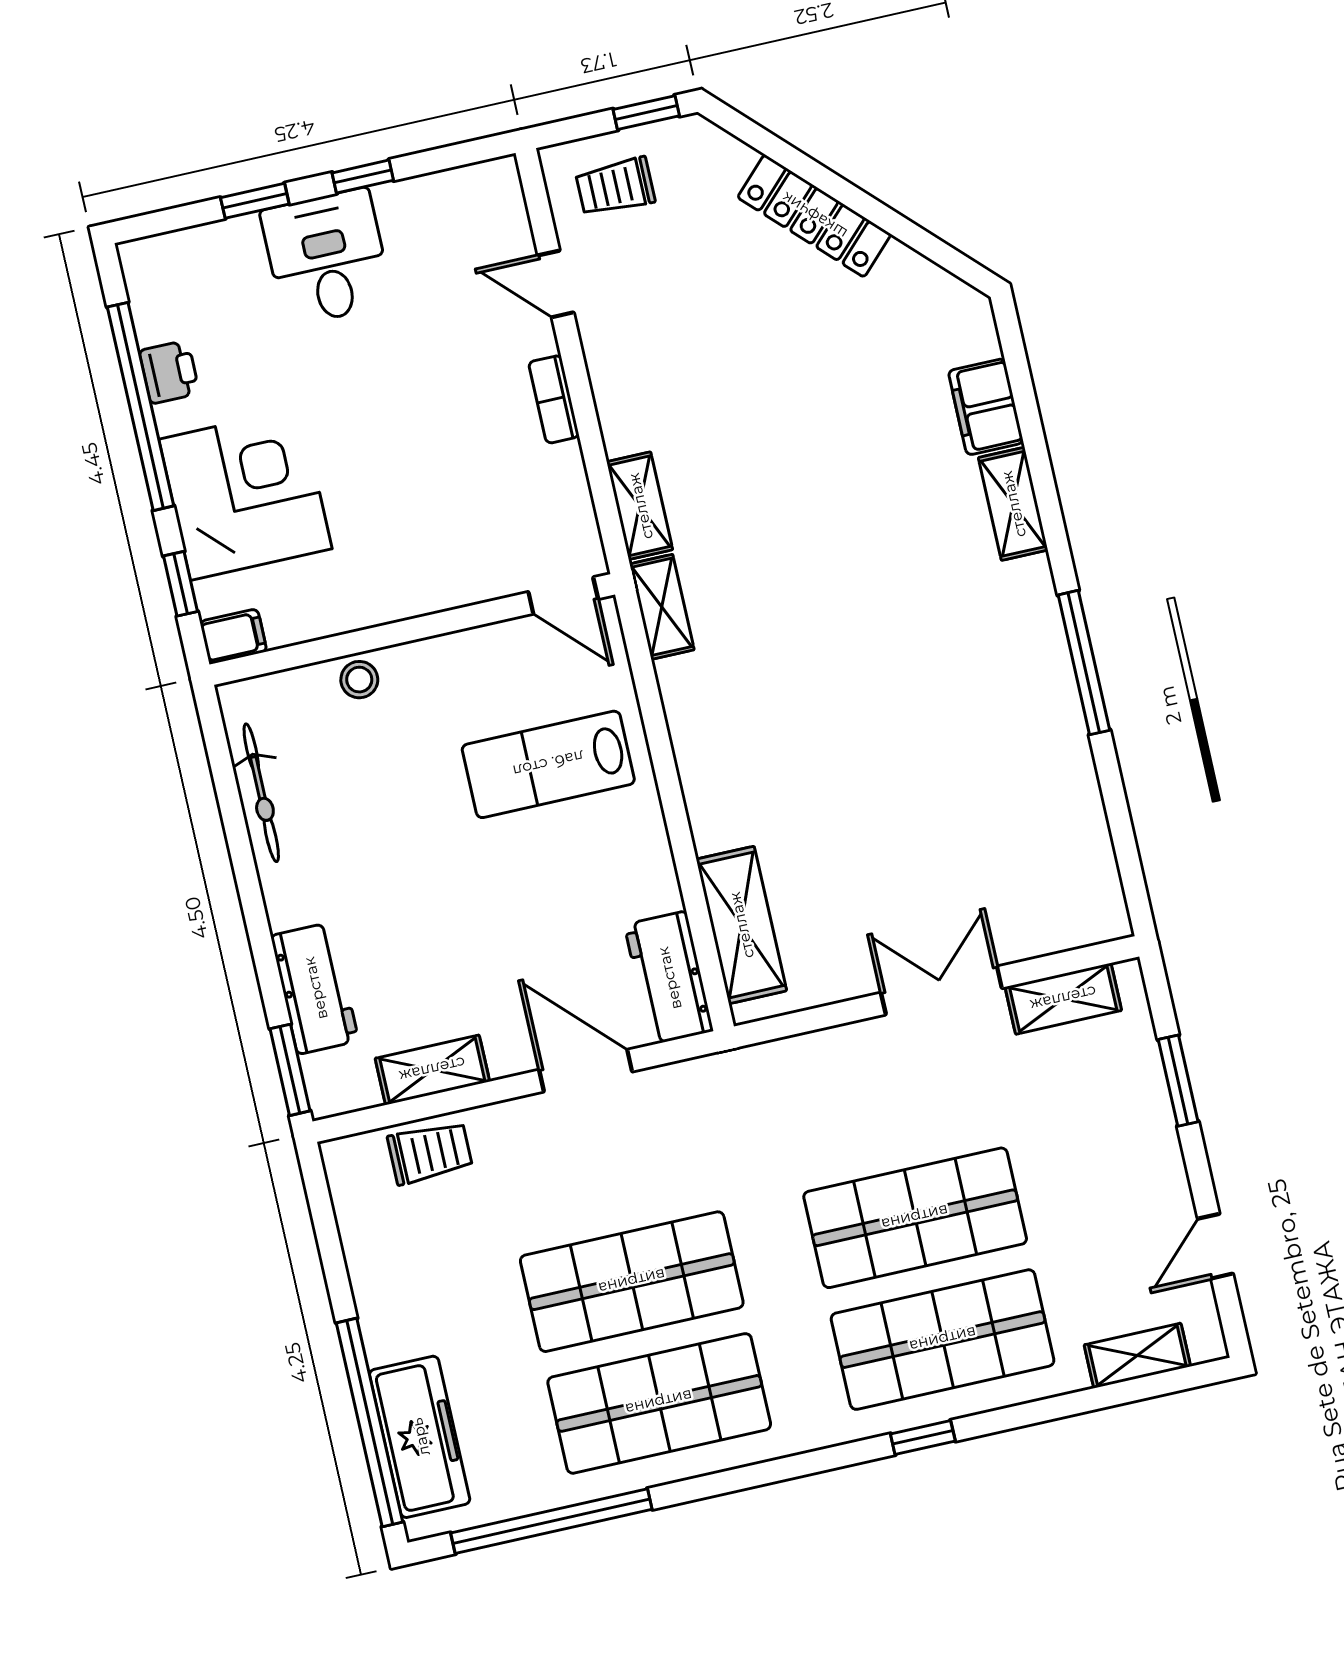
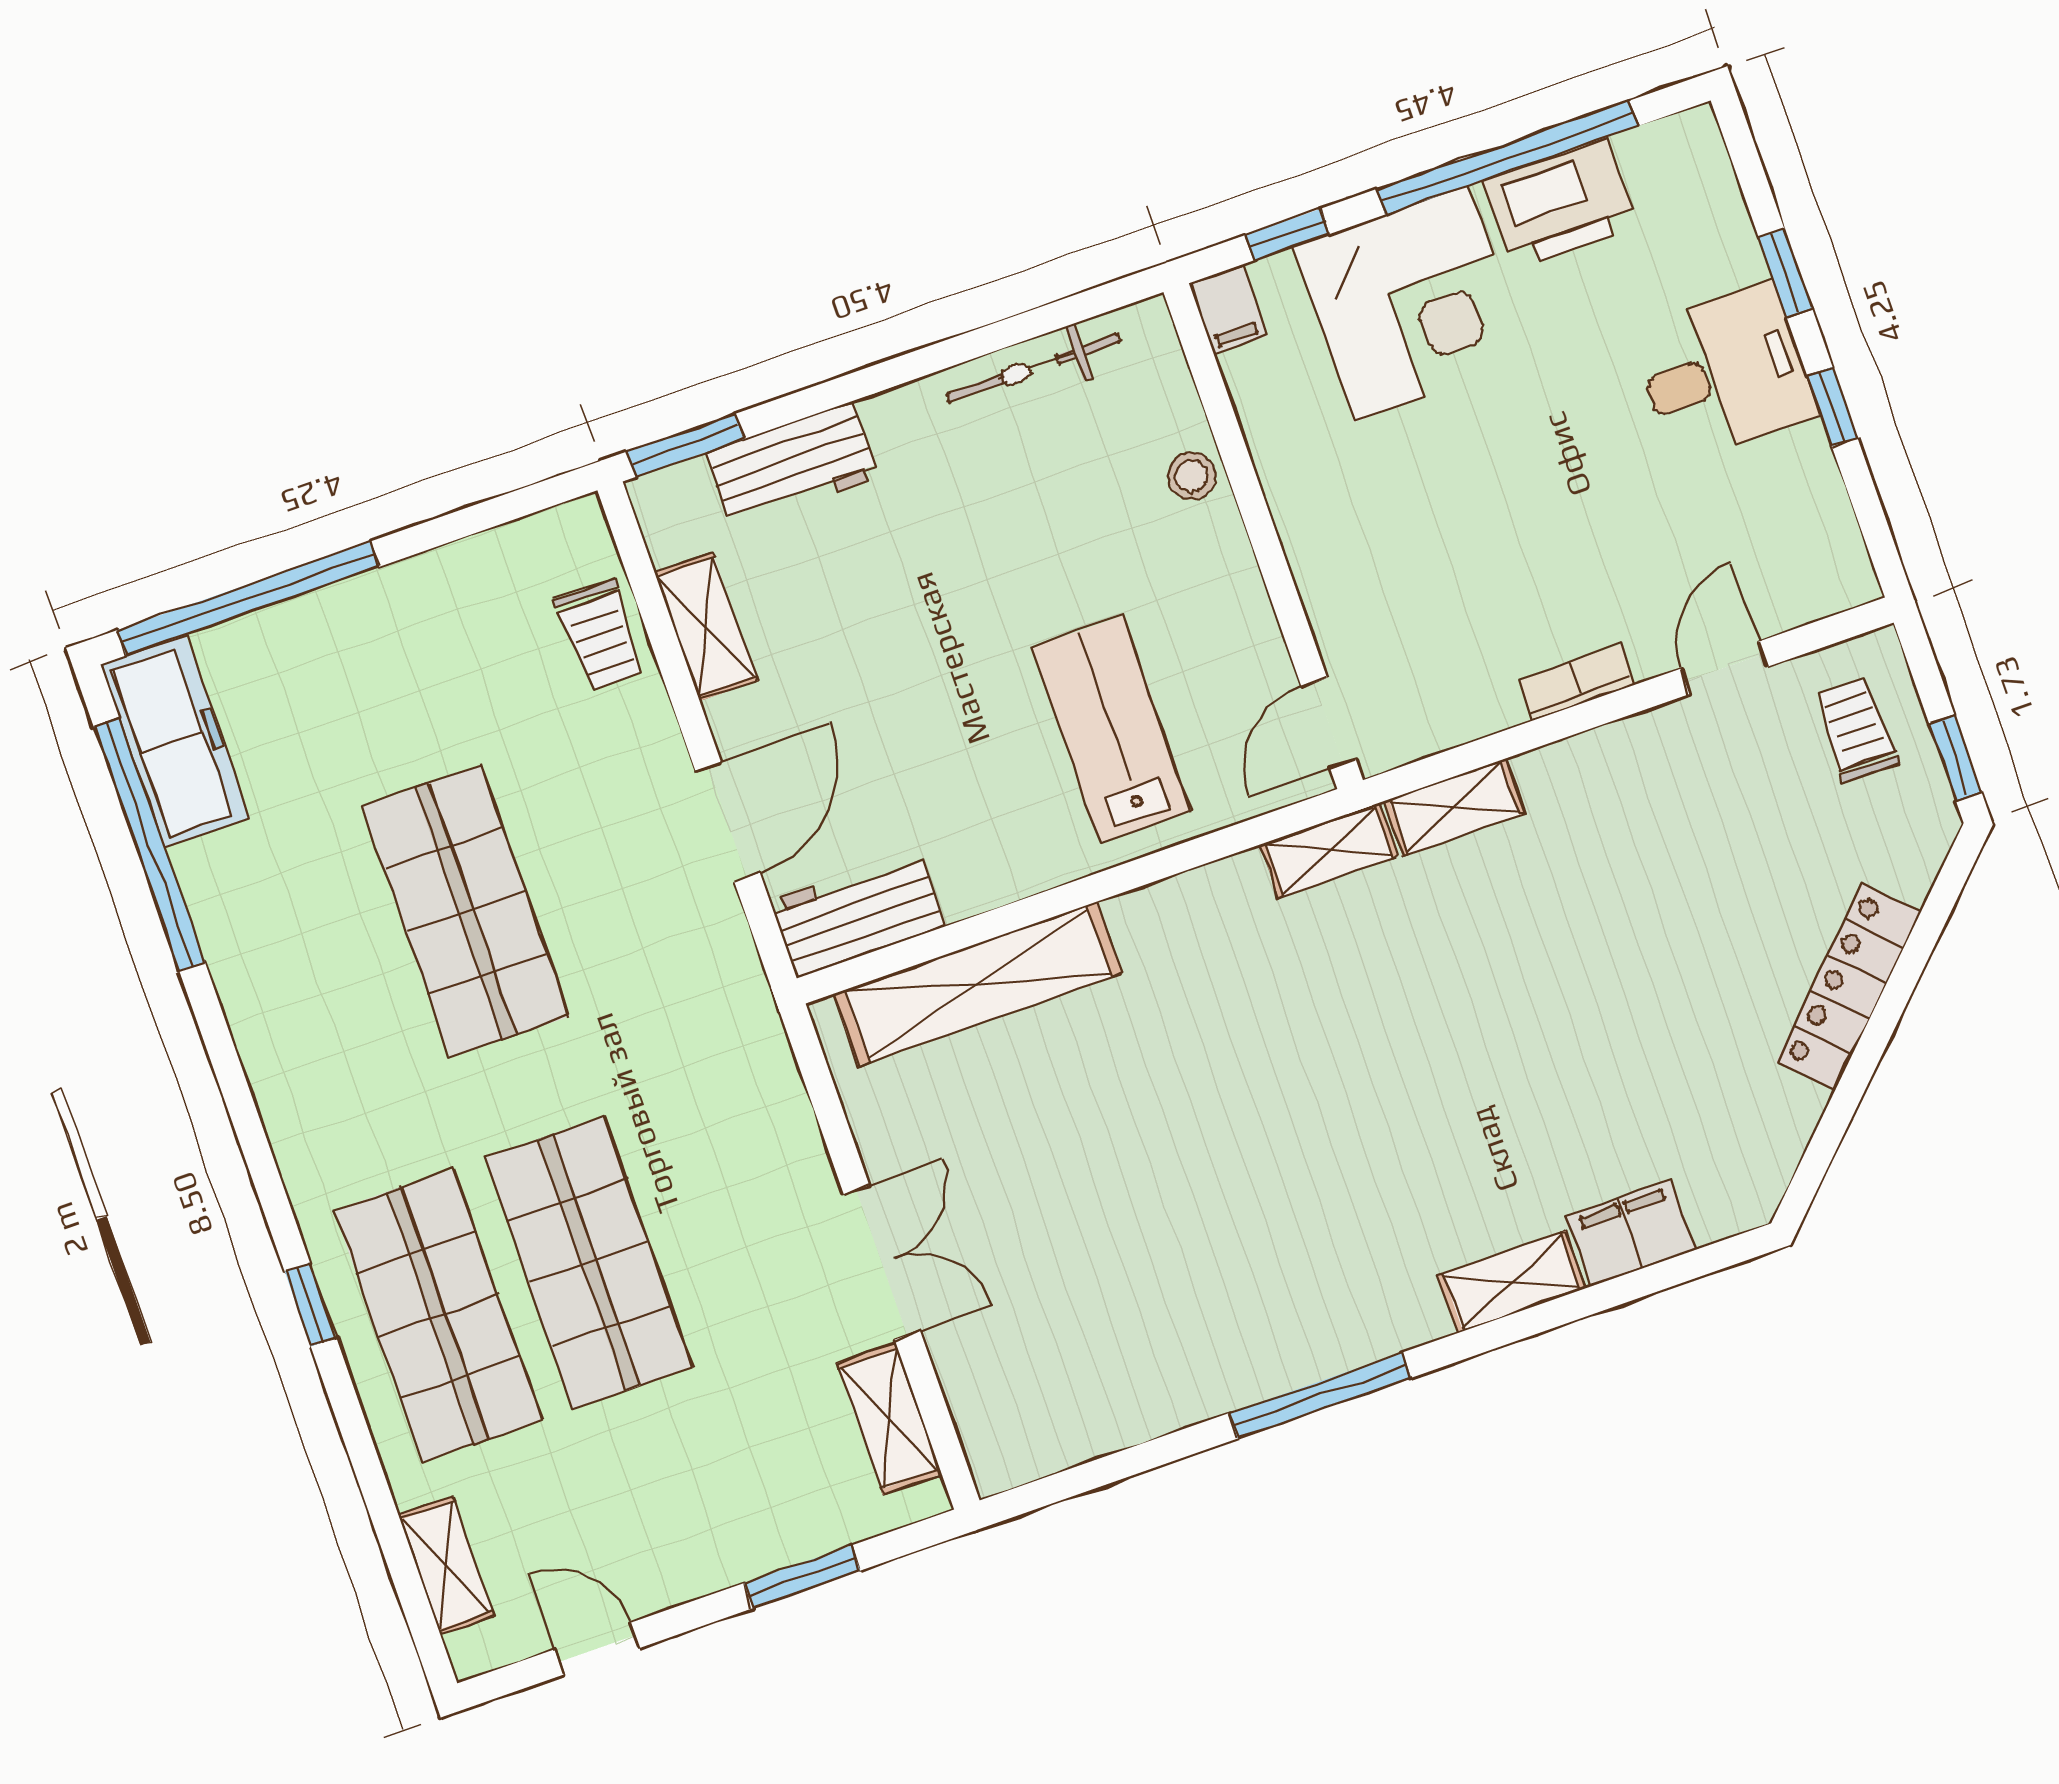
printer: (169, 372) -> (1560, 204), width x1.87, depth x1.48
shelving: (741, 925) -> (978, 984), width x1.47
shop shelf: (659, 1403) -> (315, 964), removed
freezer: (420, 1437) -> (175, 741), moved, turned -90

